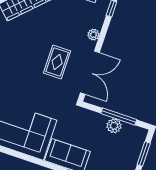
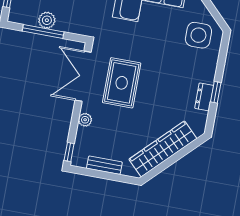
rug: (57, 62) -> (122, 83), width x1.36, depth x1.43

